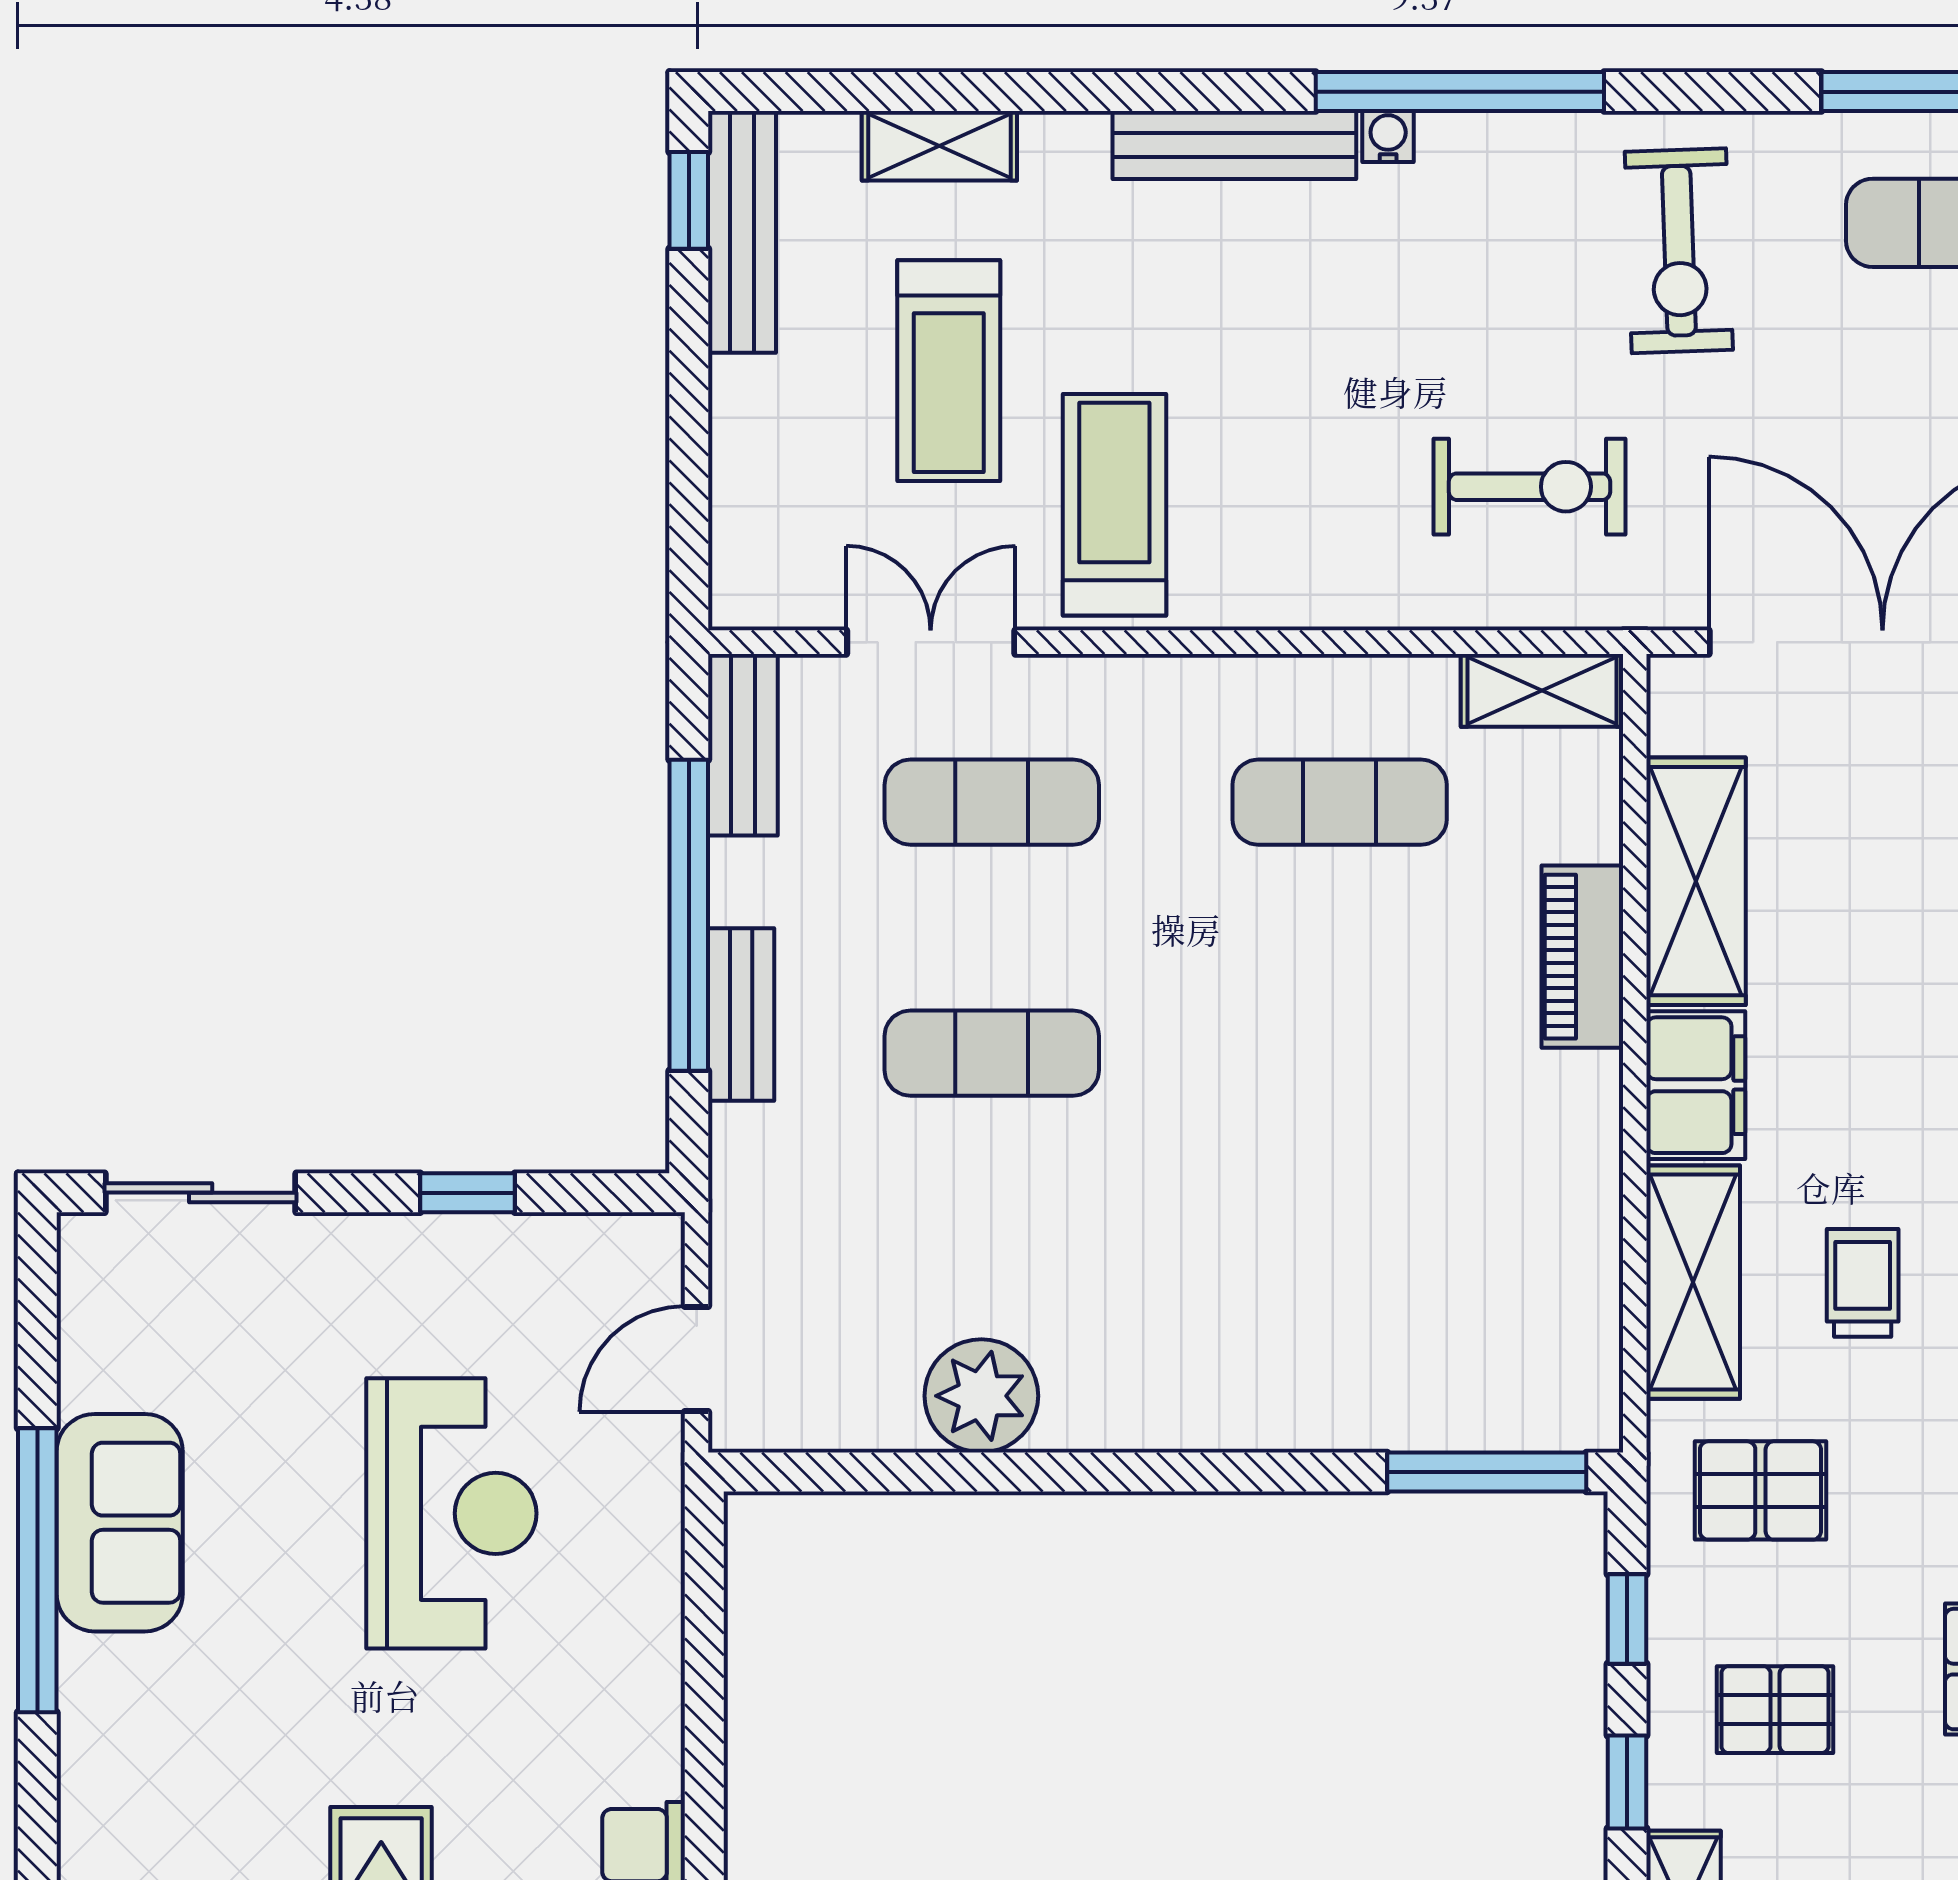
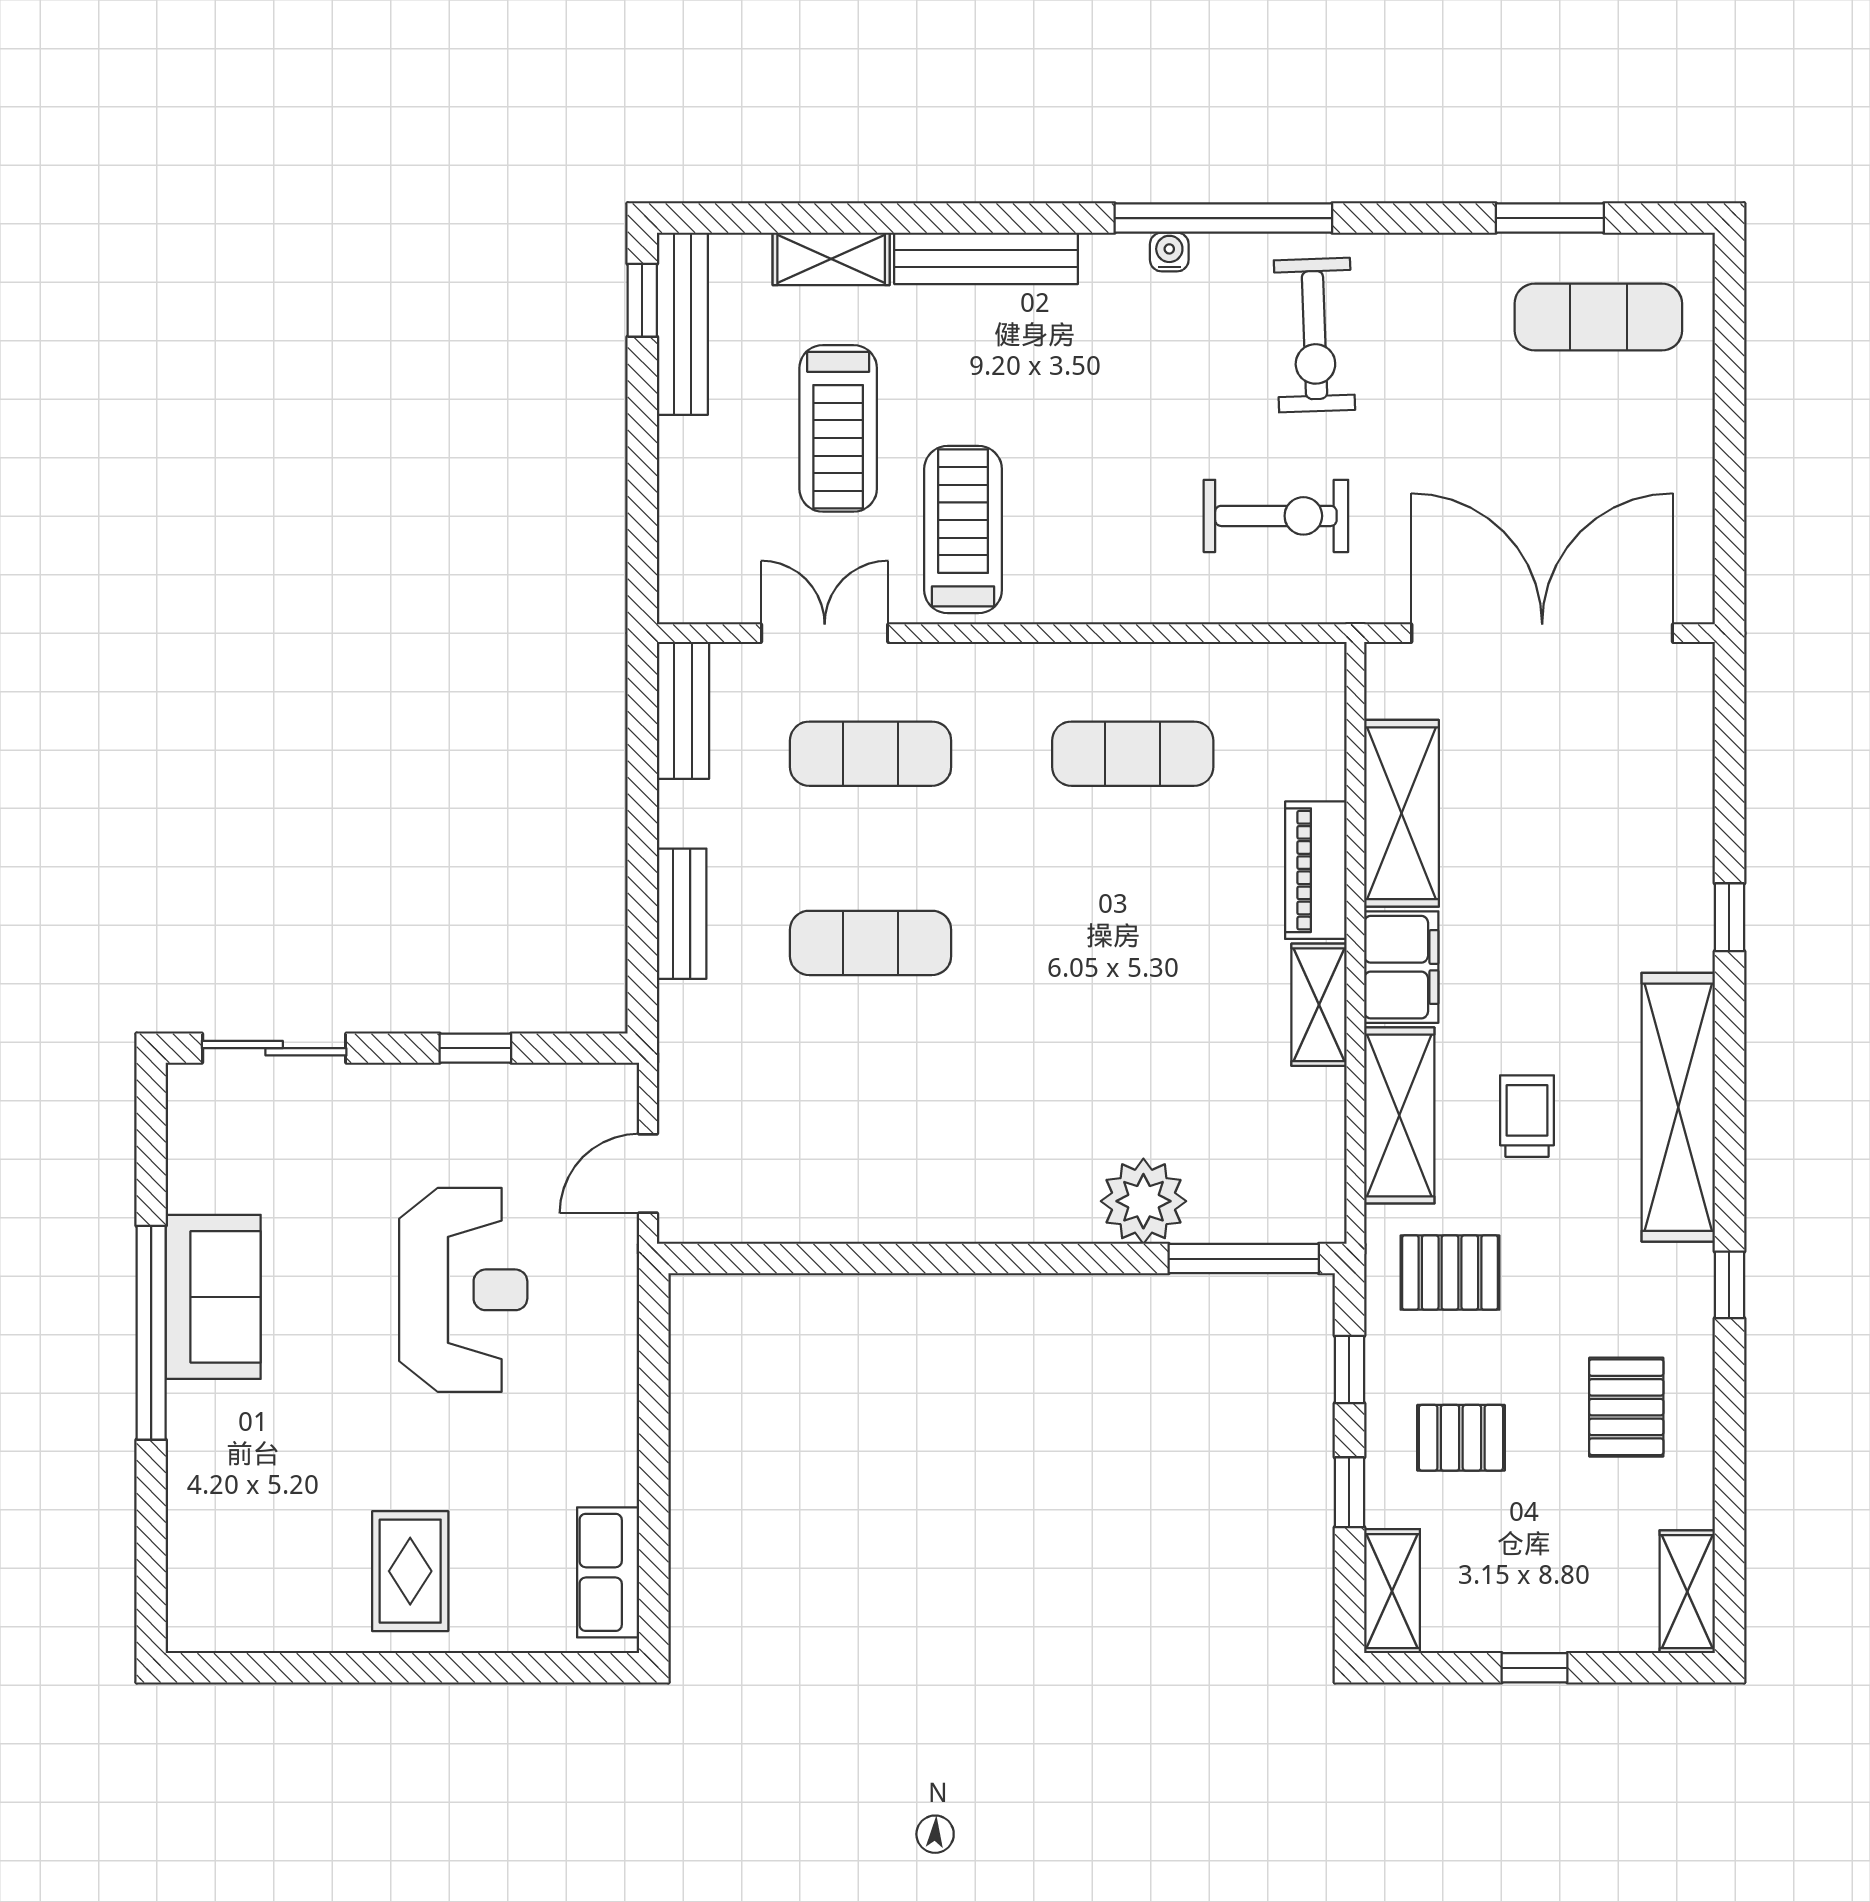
bench: (1234, 145) -> (986, 258), moved
exercise bike: (1679, 251) -> (1314, 335), moved
shelving: (1542, 690) -> (1319, 1005), moved, turned 90
window: (689, 915) -> (642, 839), removed
plant: (981, 1396) -> (1143, 1201), moved

